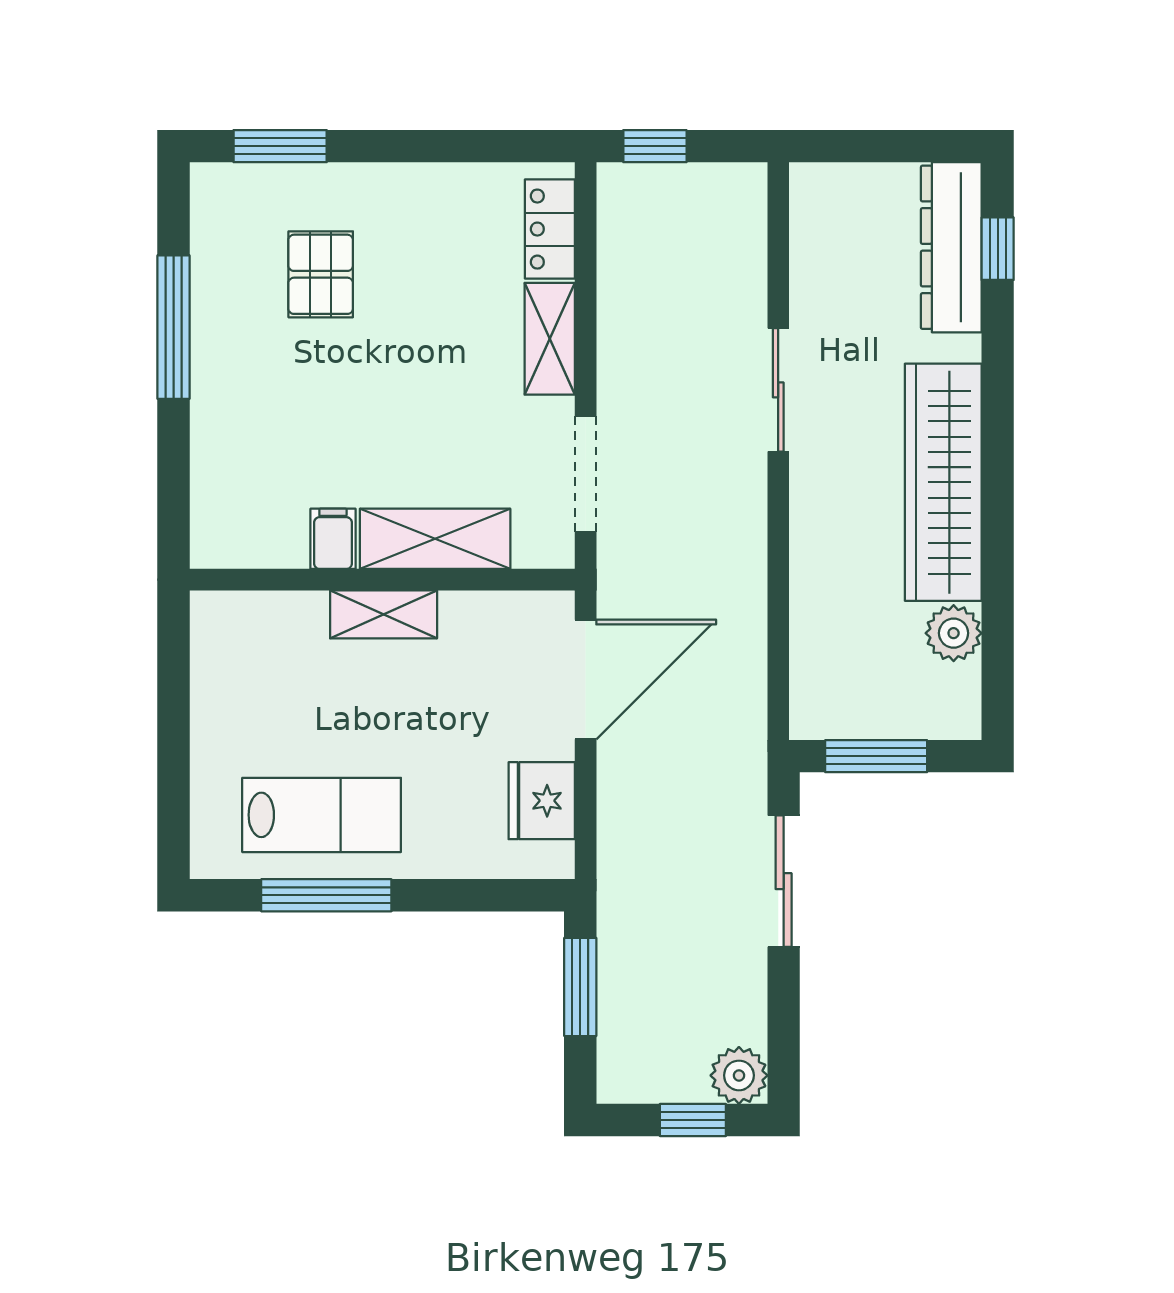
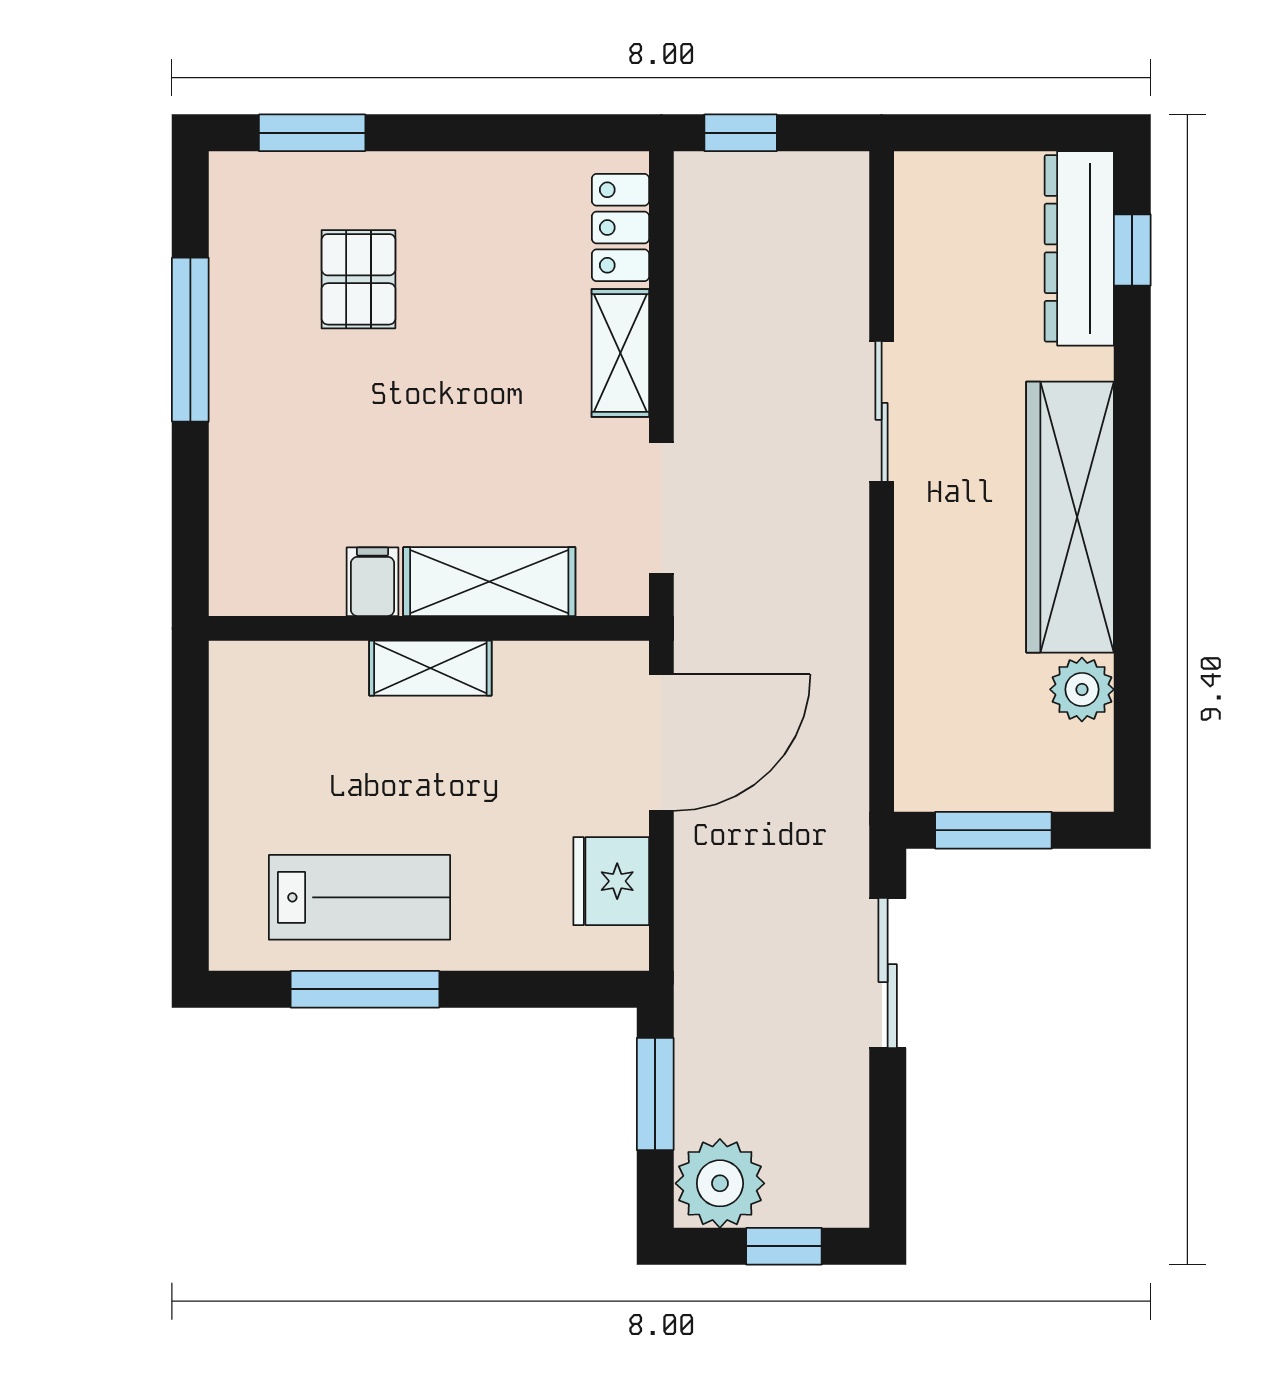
plant: (739, 1075) -> (720, 1183), moved, width x1.36, depth x1.36

